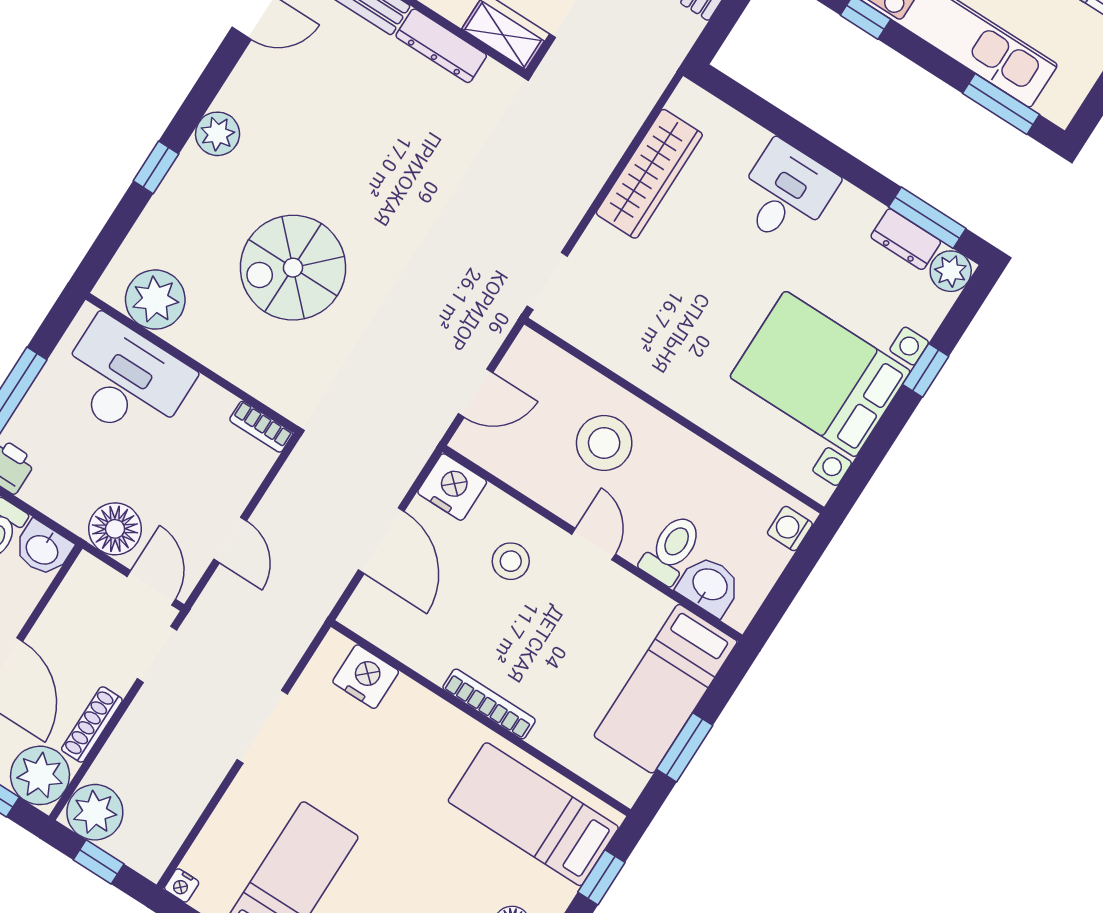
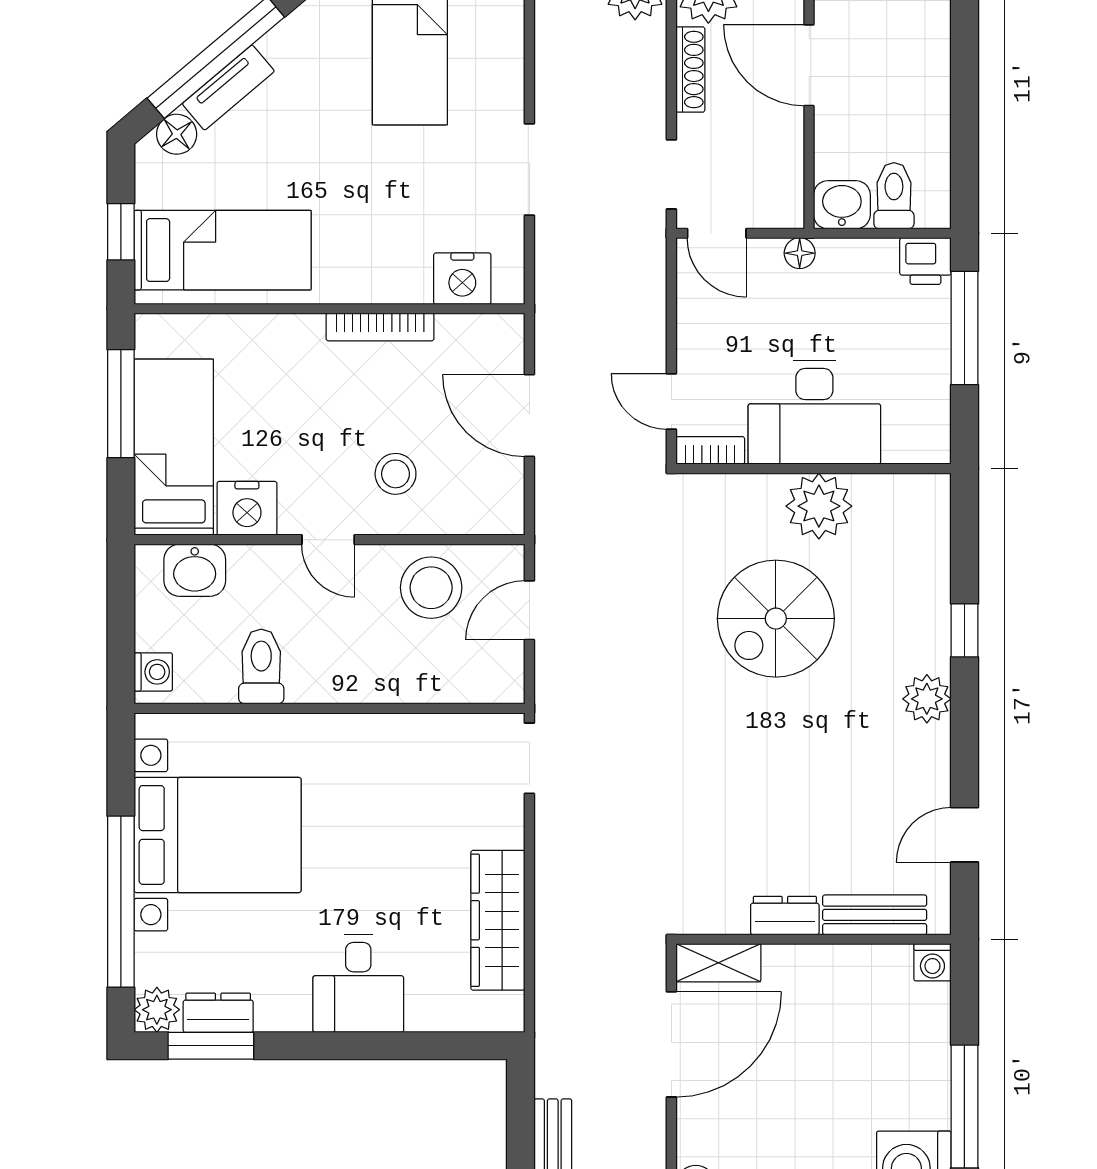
dresser: (441, 46) -> (785, 916), width x0.70
spiral stairs: (293, 268) -> (776, 619), turned 180
plant: (155, 300) -> (819, 506), moved
window: (926, 370) -> (121, 902), width x3.17
desk: (125, 380) -> (814, 412), moved
stool: (604, 443) -> (431, 588), moved
nightstand: (452, 487) -> (247, 508), moved
floor lamp: (115, 529) -> (800, 253), width x0.53, depth x0.53
door: (230, 540) -> (671, 401), moved
toilet: (672, 549) -> (261, 666), moved, turned 180
bookcase: (489, 704) -> (380, 327), moved
window: (685, 747) -> (121, 404), width x1.44

